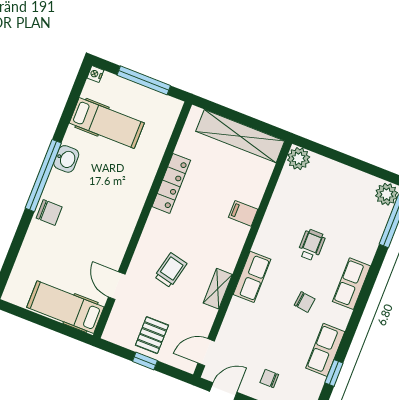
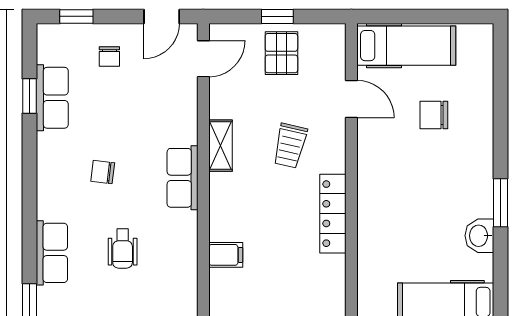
window: (43, 176) -> (501, 203), width x0.47
locker: (171, 183) -> (333, 214), moved
chair: (49, 212) -> (434, 115), moved
row of seats: (351, 284) -> (52, 253), moved
row of seats: (325, 350) -> (52, 98), moved
chair: (269, 379) -> (109, 57), turned 90

